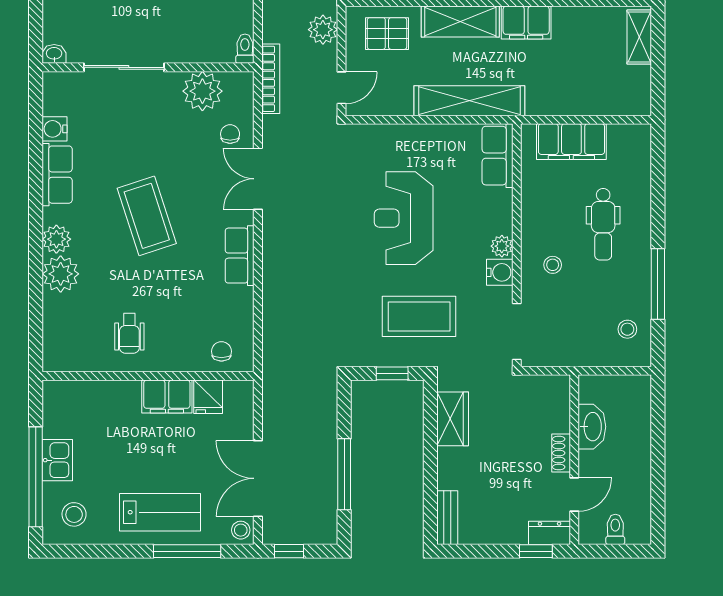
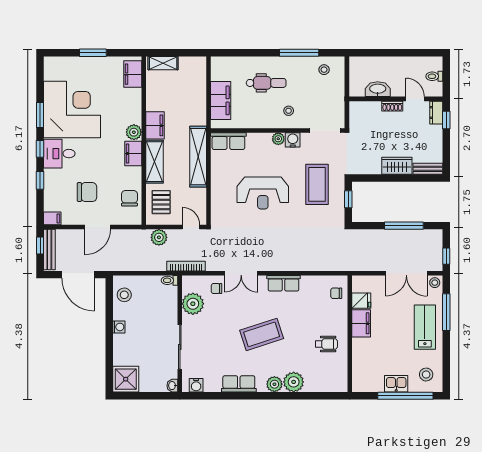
water cooler: (55, 129) -> (196, 385), moved
wardrobe: (453, 419) -> (397, 166), moved

